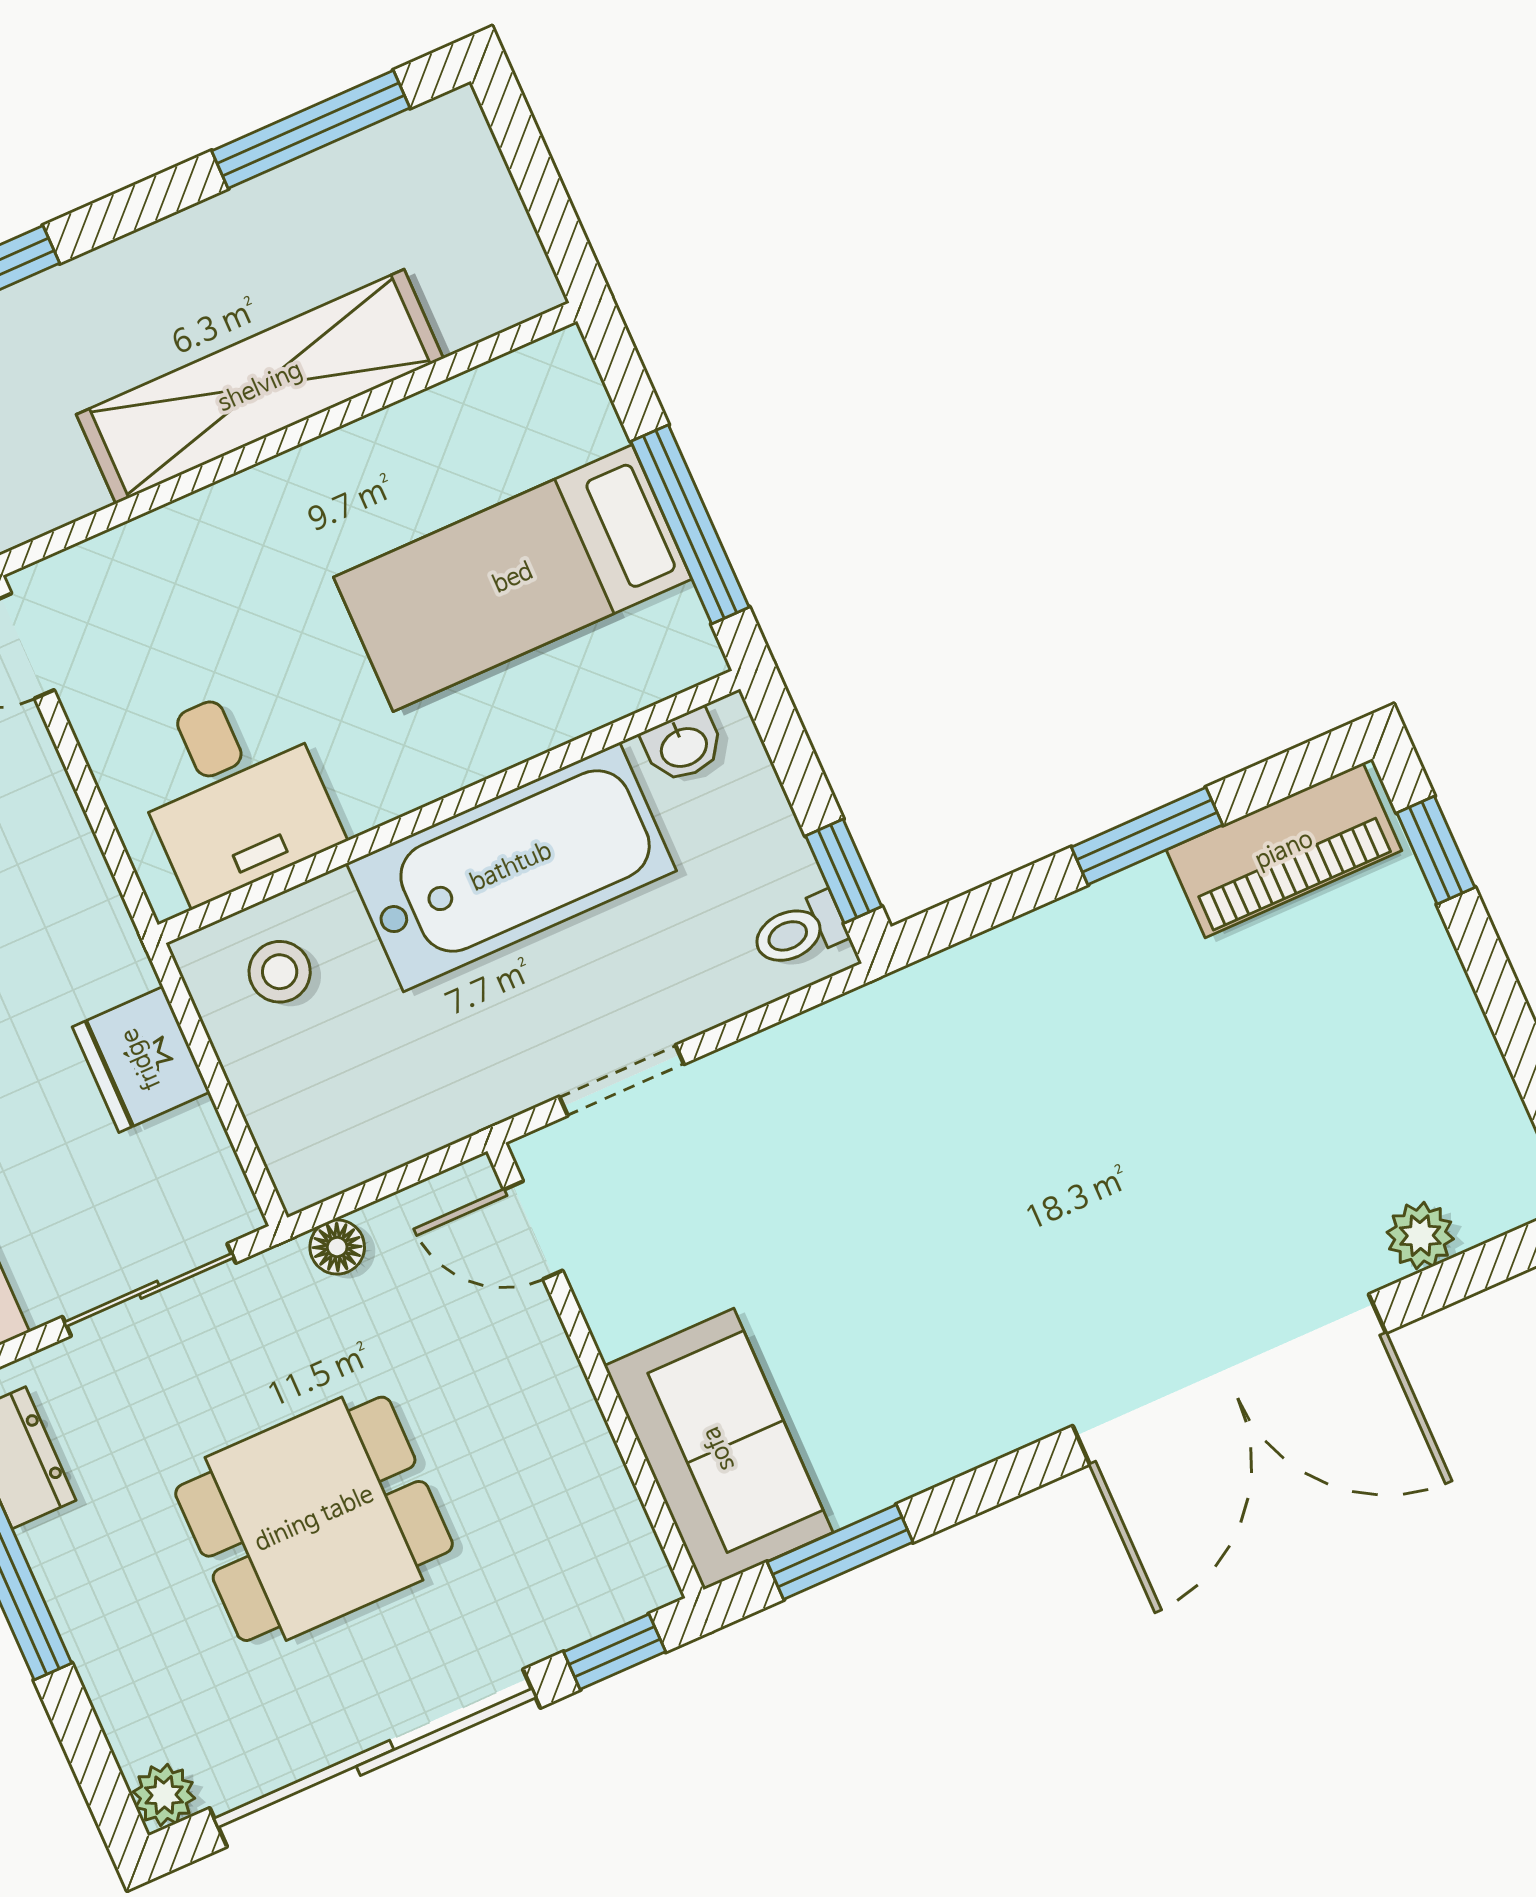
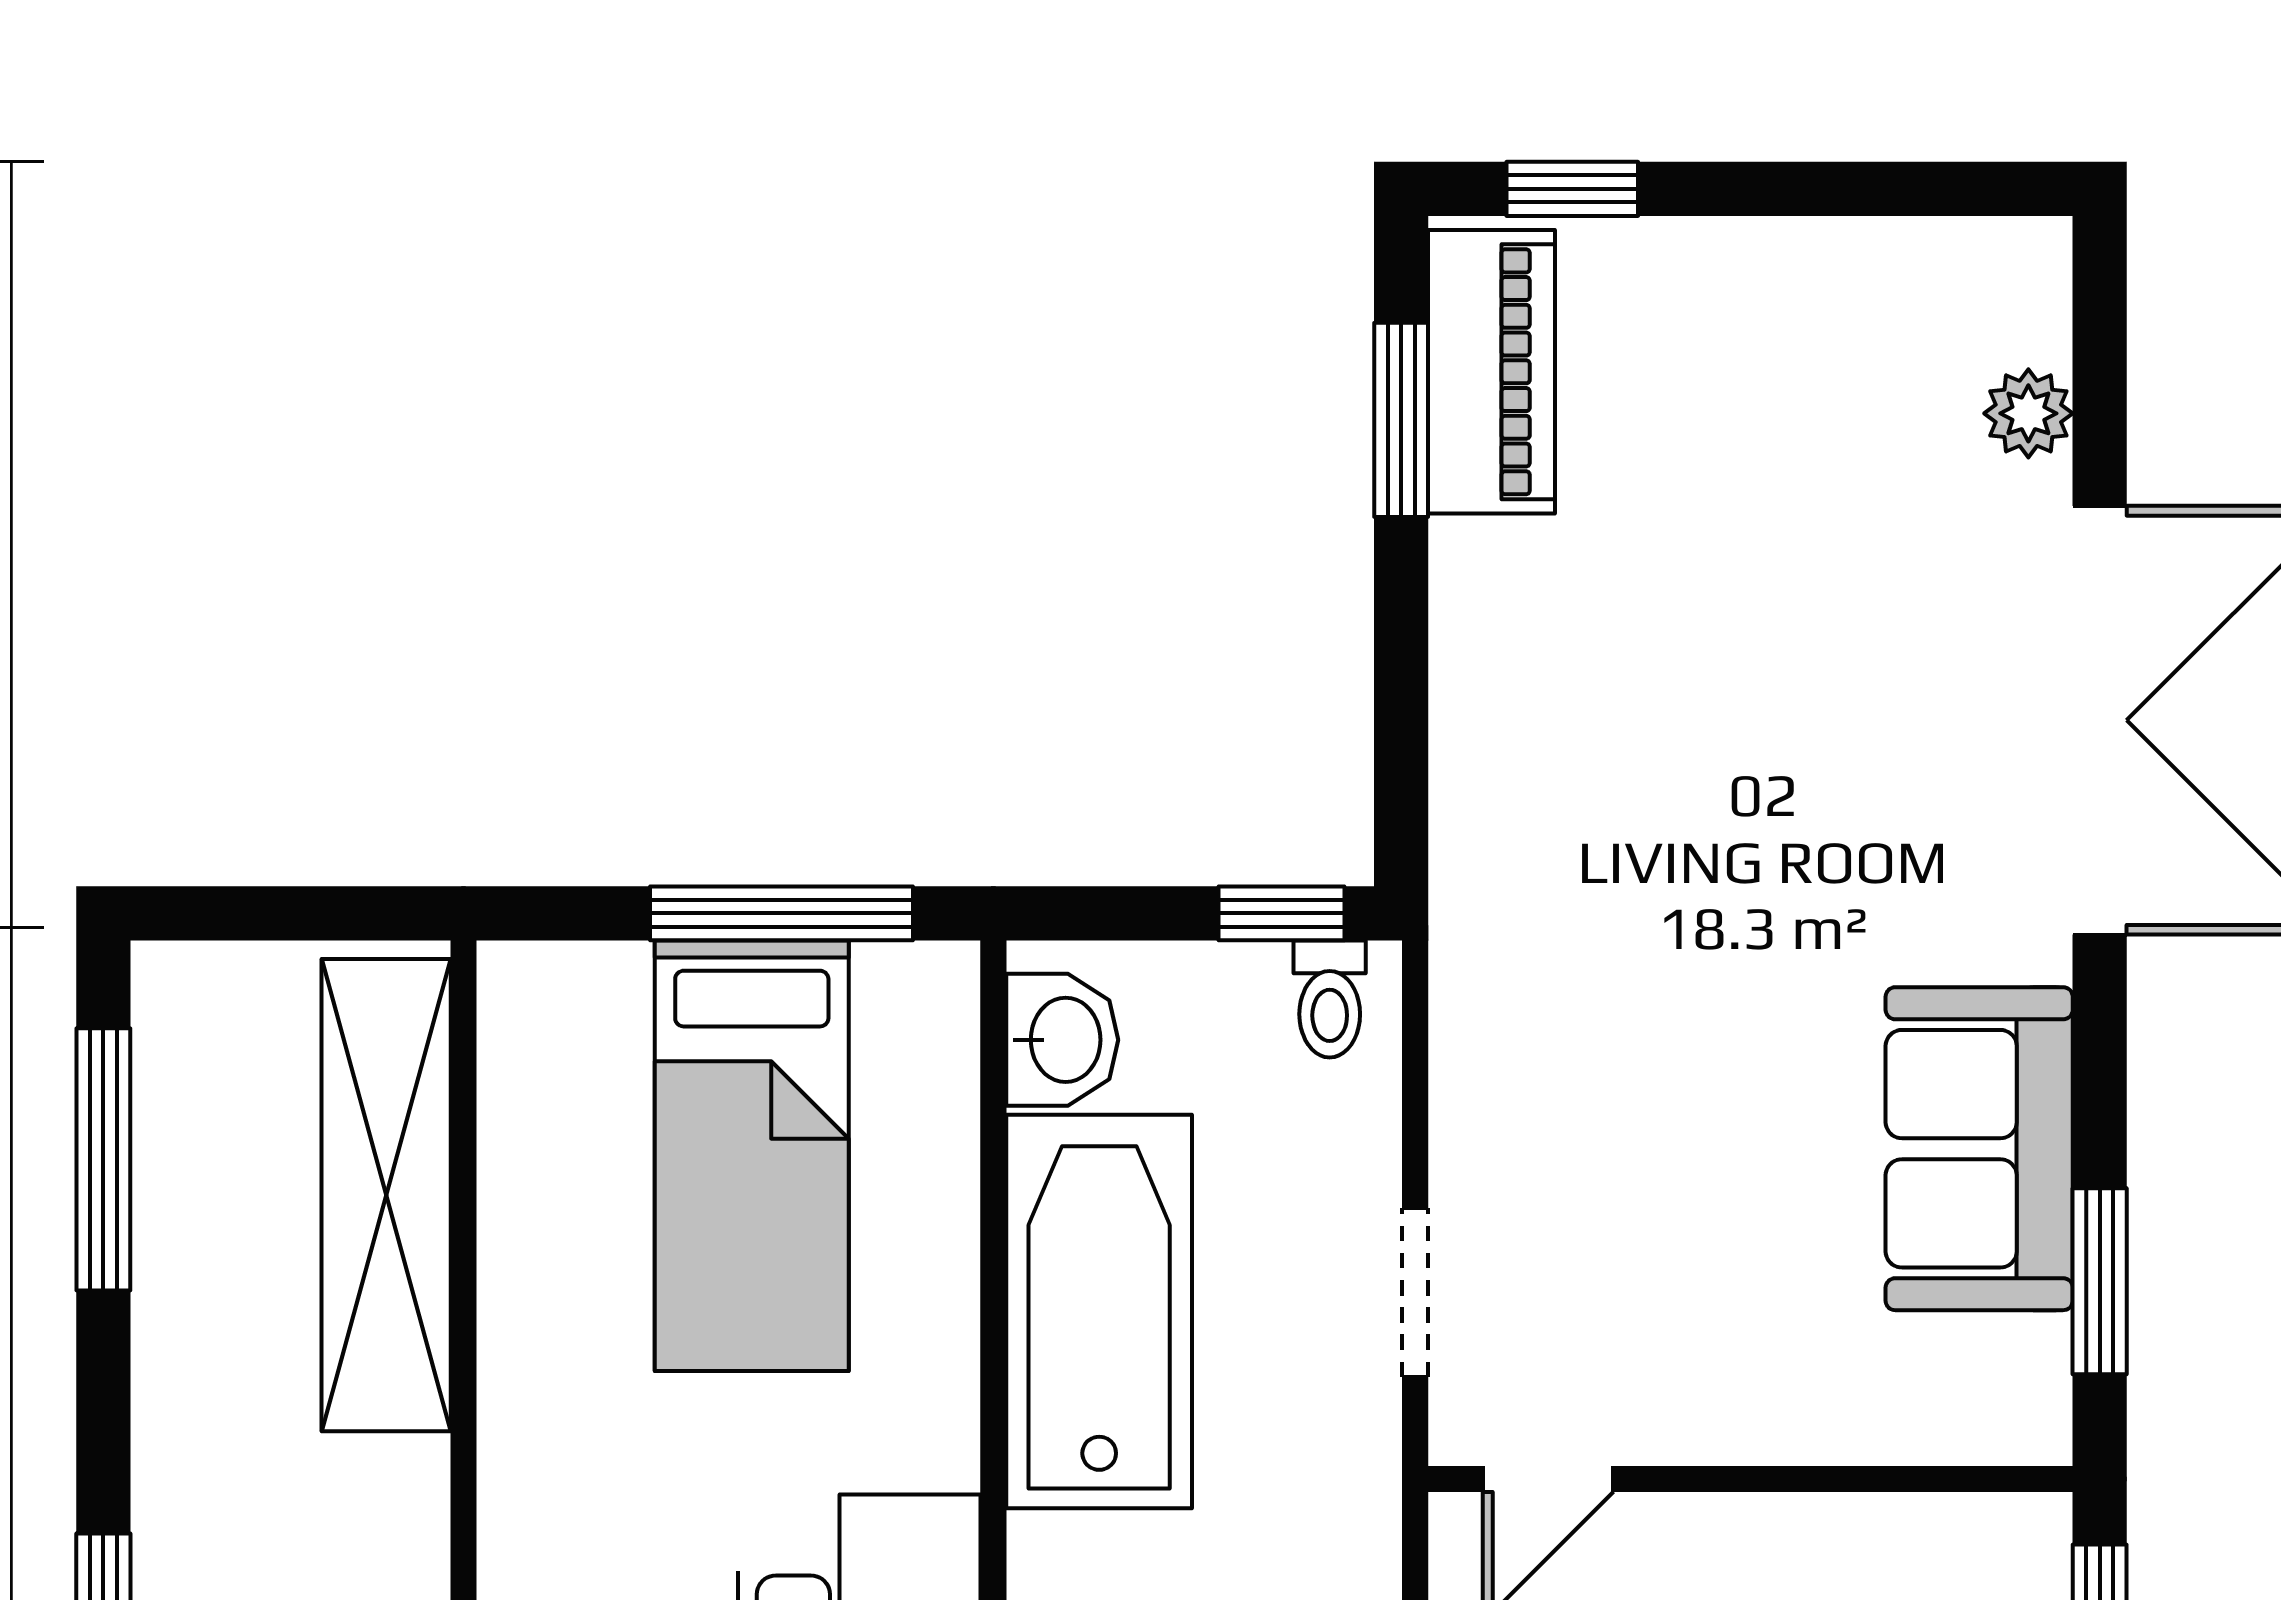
shelving: (260, 387) -> (386, 1195), moved
washbasin: (683, 746) -> (1062, 1040), width x1.38, depth x1.45
window: (1147, 836) -> (1401, 420), moved
sofa: (719, 1449) -> (1979, 1149), moved, turned -90

